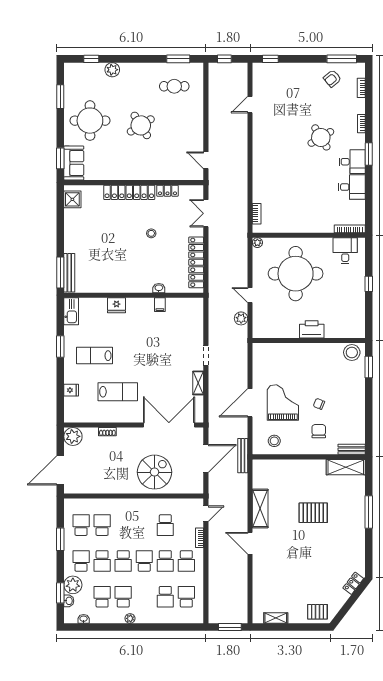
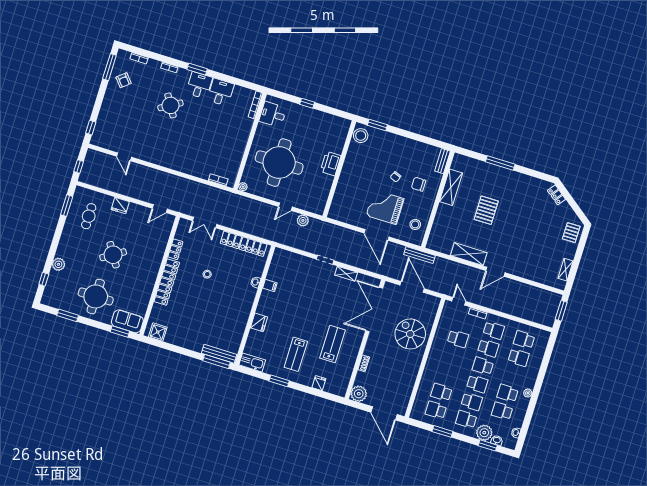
fridge: (196, 117) -> (120, 206), added
shelving: (346, 467) -> (451, 187), moved

